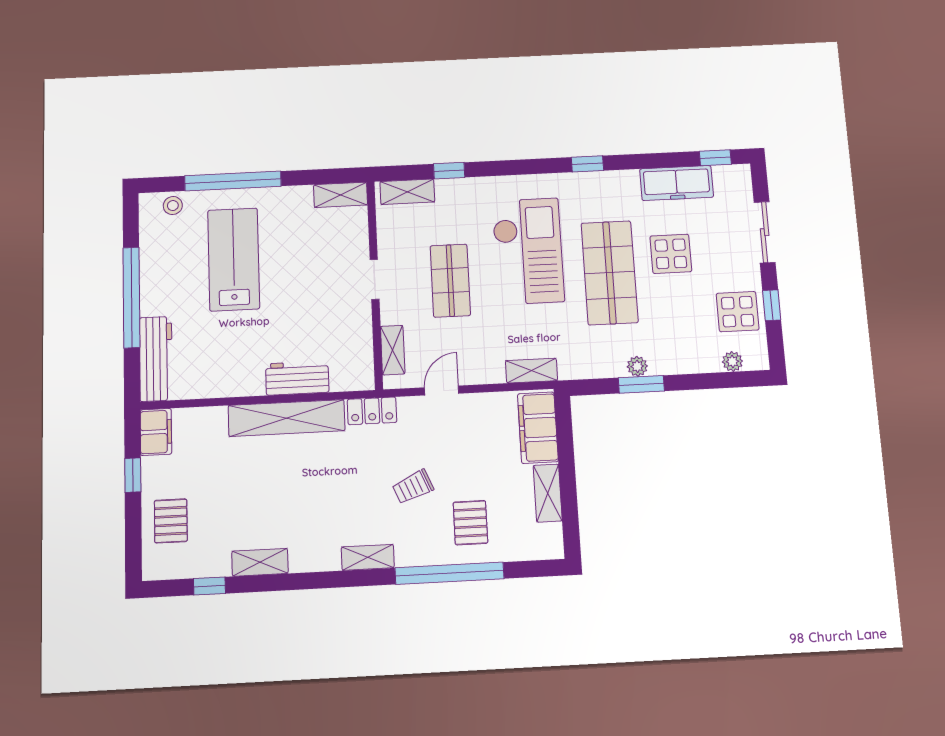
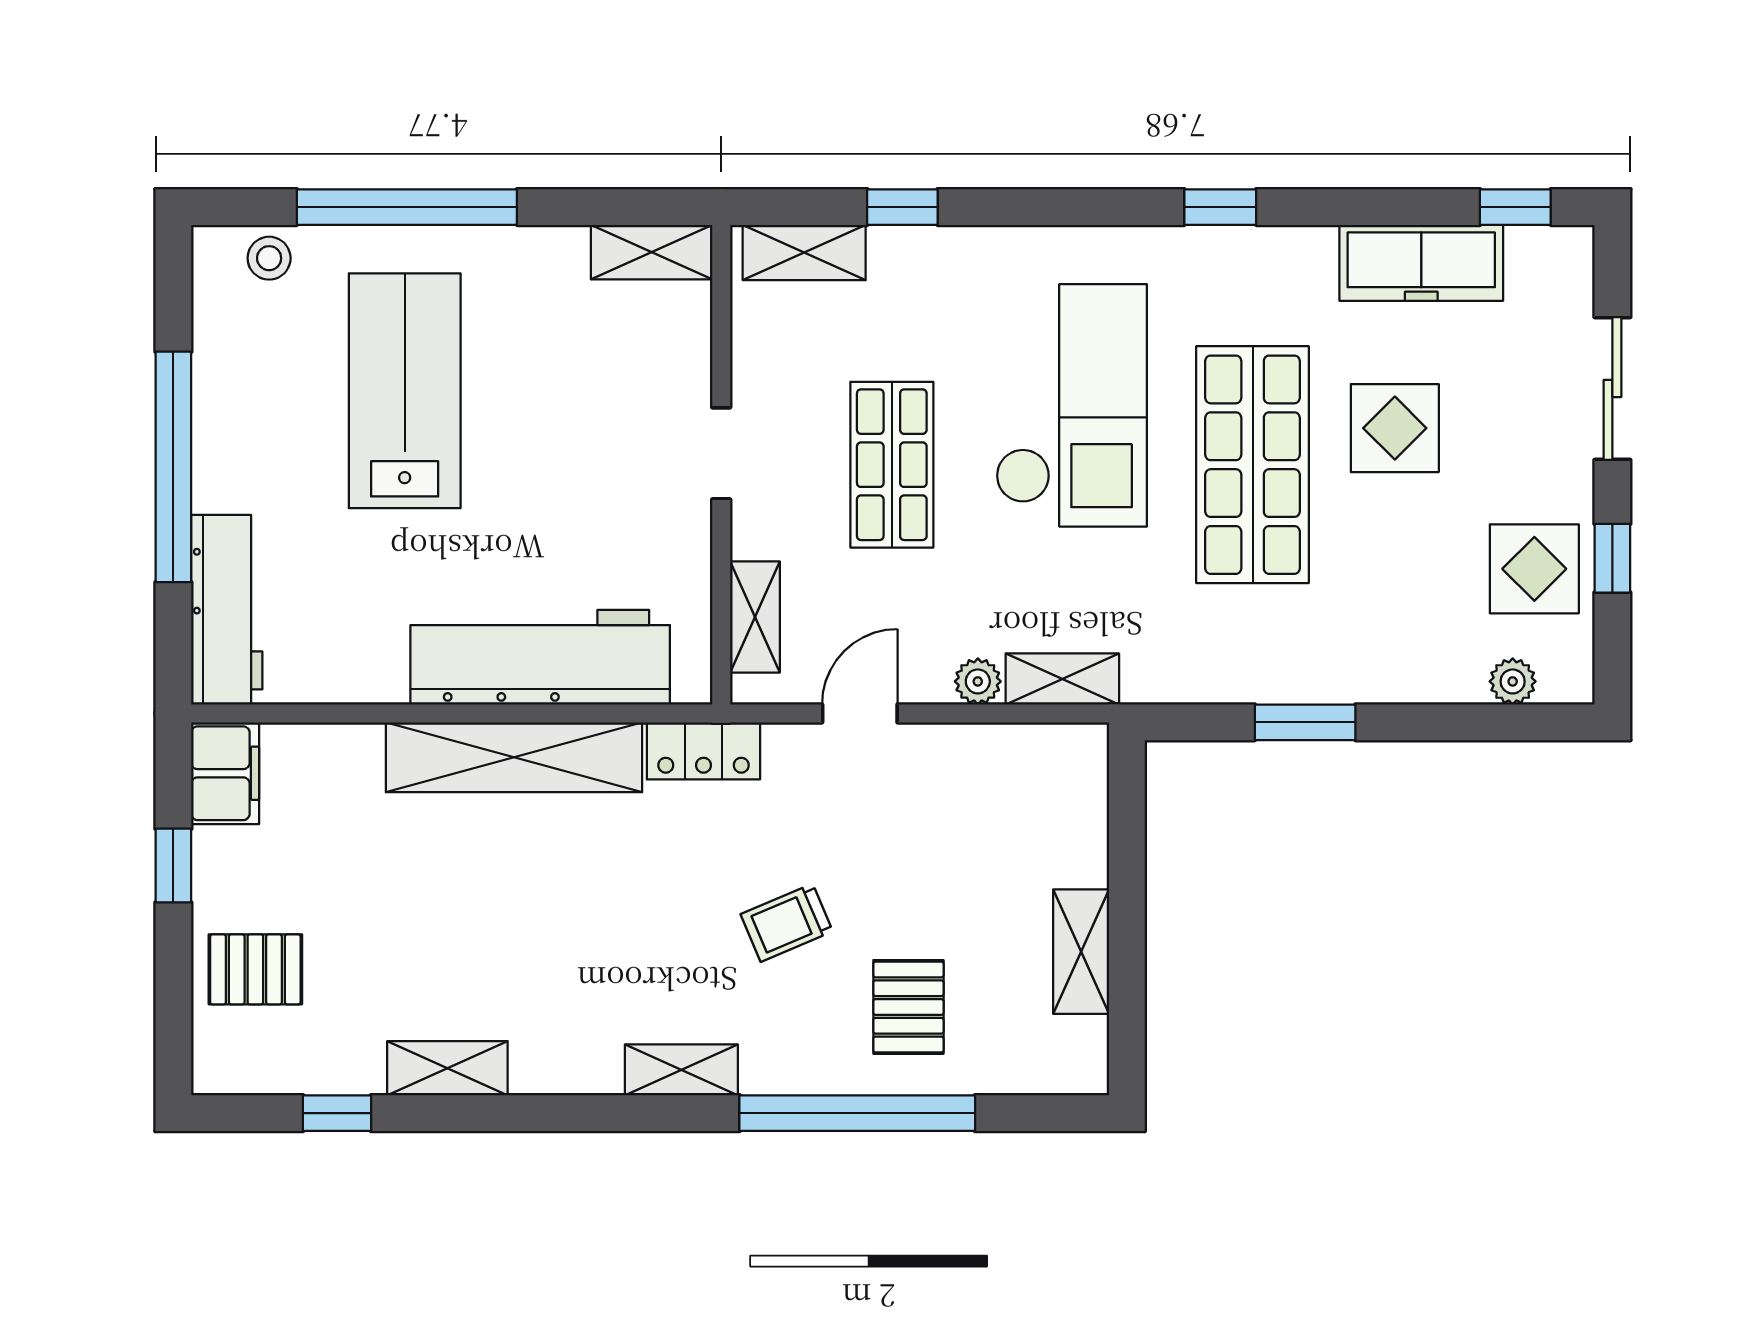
plant: (637, 366) -> (978, 681), moved
workbench: (297, 378) -> (540, 657), width x1.88, depth x1.32
filing cabinet: (538, 428) -> (1069, 807), removed
pallet: (171, 521) -> (255, 969), turned 90

